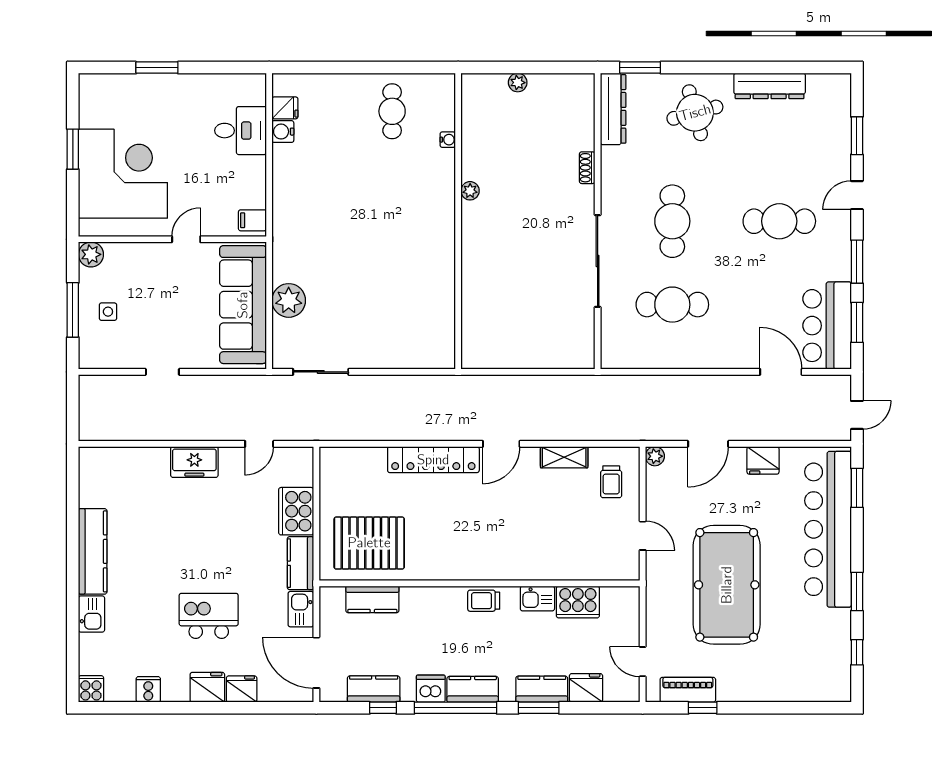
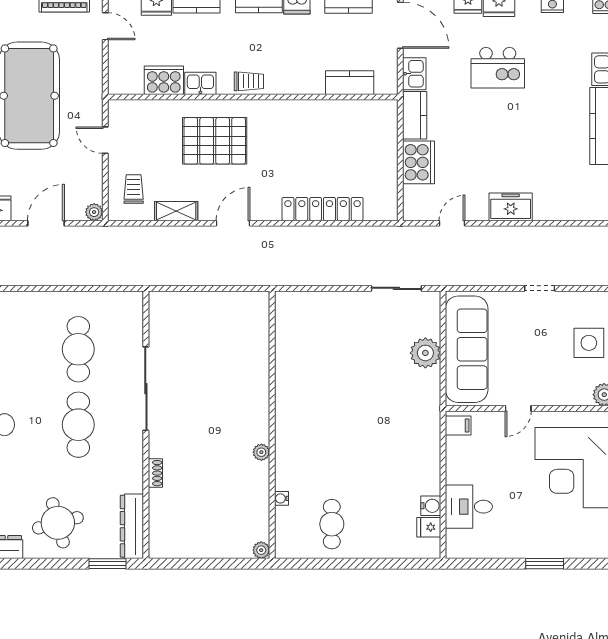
plant: (518, 83) -> (261, 550), moved
cafe table: (672, 305) -> (78, 349), turned 90
side table: (108, 312) -> (589, 343), width x1.87, depth x1.87
locker: (433, 460) -> (323, 209), moved
pallet: (369, 543) -> (215, 141), moved

